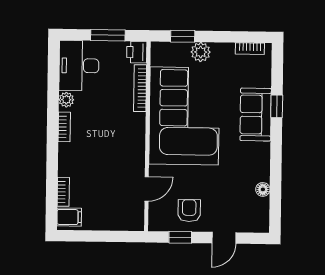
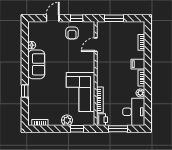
sofa: (256, 115) -> (36, 64), moved
corner sofa: (184, 116) -> (80, 92), width x0.73, depth x0.74
filing cabinet: (69, 217) -> (138, 64), moved
window: (112, 236) -> (114, 18), added

